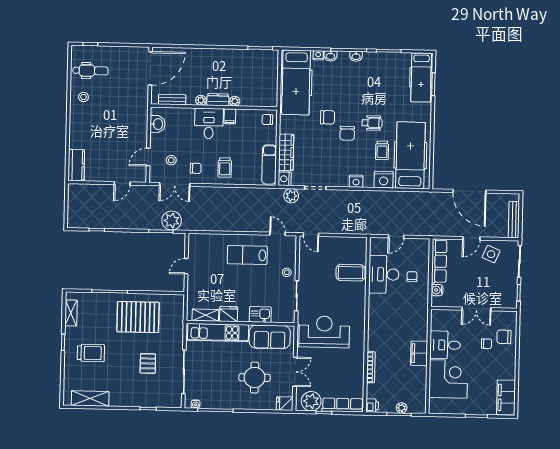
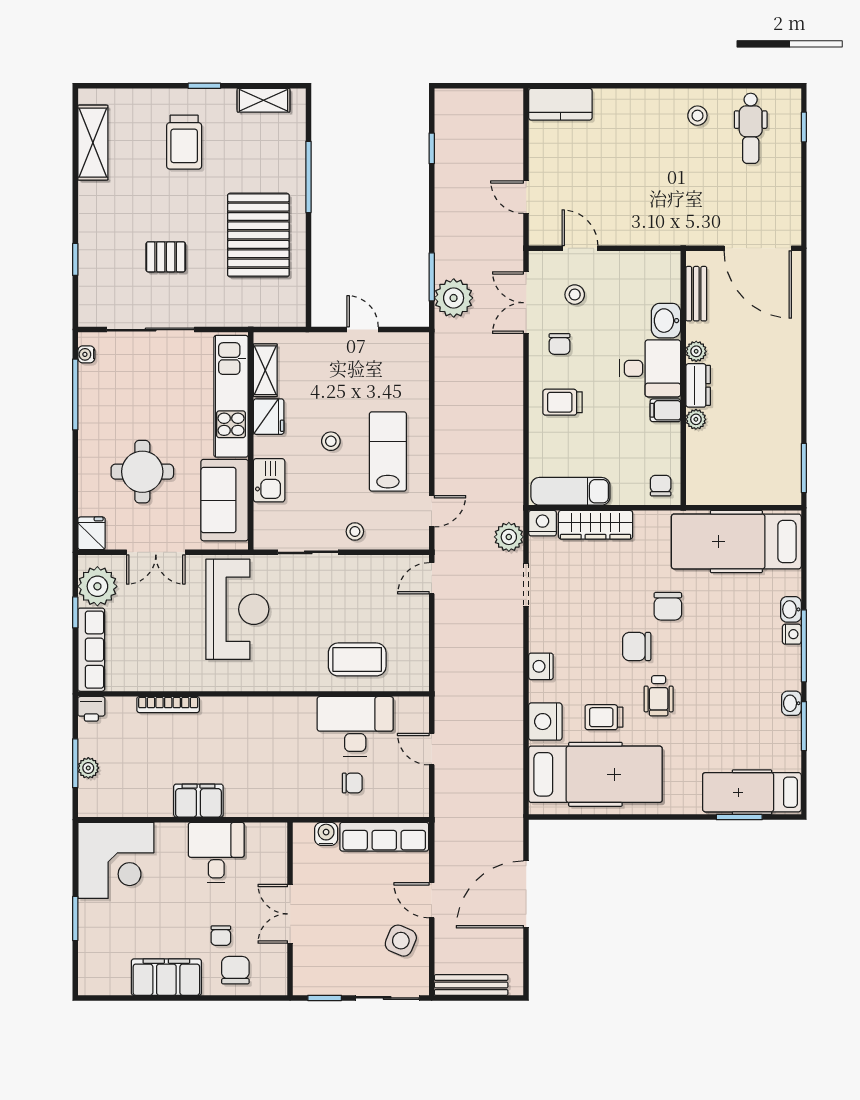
nightstand: (318, 55) -> (792, 634), moved
washbasin: (356, 56) -> (791, 703), moved
washbasin: (158, 124) -> (666, 321), moved, turned 90
coffee table: (351, 273) -> (357, 659), turned 90
stool: (242, 283) -> (331, 441), added
corner desk: (448, 379) -> (116, 860), moved
filing cabinet: (506, 397) -> (166, 977), moved

